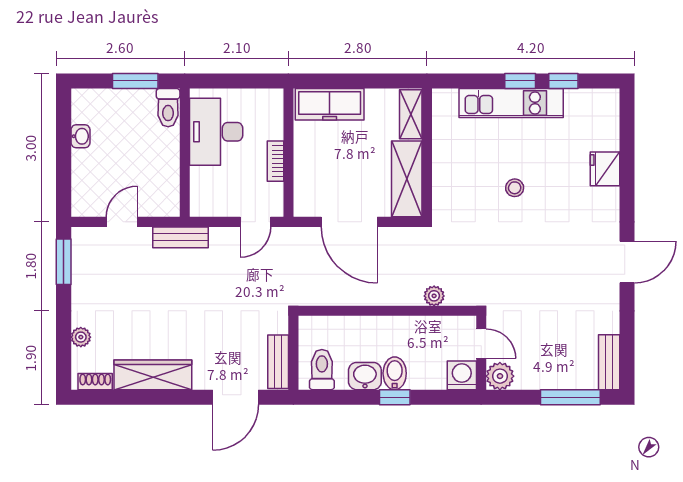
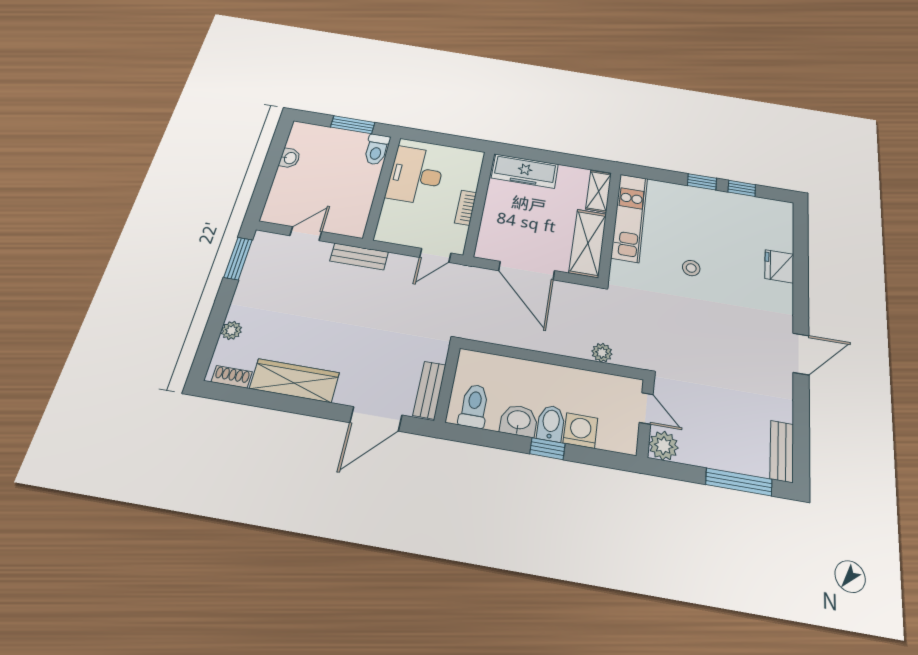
kitchen unit: (511, 103) -> (629, 218), moved, turned -90
washing machine: (462, 375) -> (580, 431), moved

